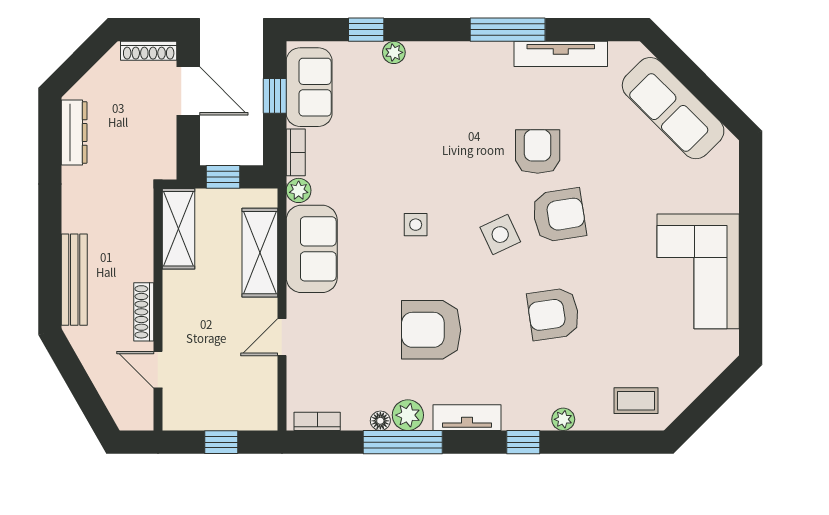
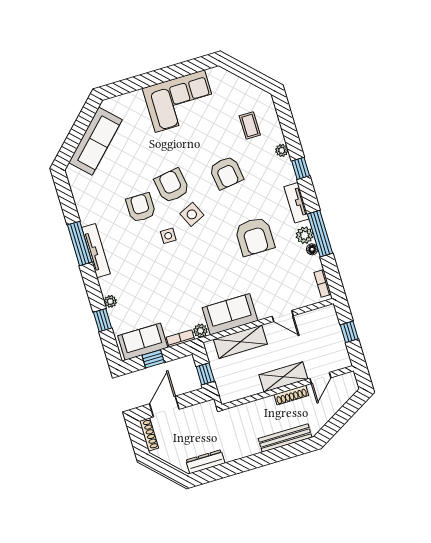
tv unit: (561, 54) -> (96, 251), moved
armchair: (538, 151) -> (141, 208), turned 90
side table: (416, 225) -> (168, 236), moved
shelving: (178, 229) -> (283, 377), moved
coffee table: (636, 401) -> (250, 125), moved

